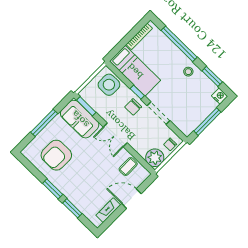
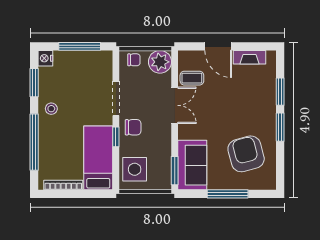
double door: (115, 135) -> (175, 105), moved
armchair: (56, 155) -> (246, 154), turned -105

